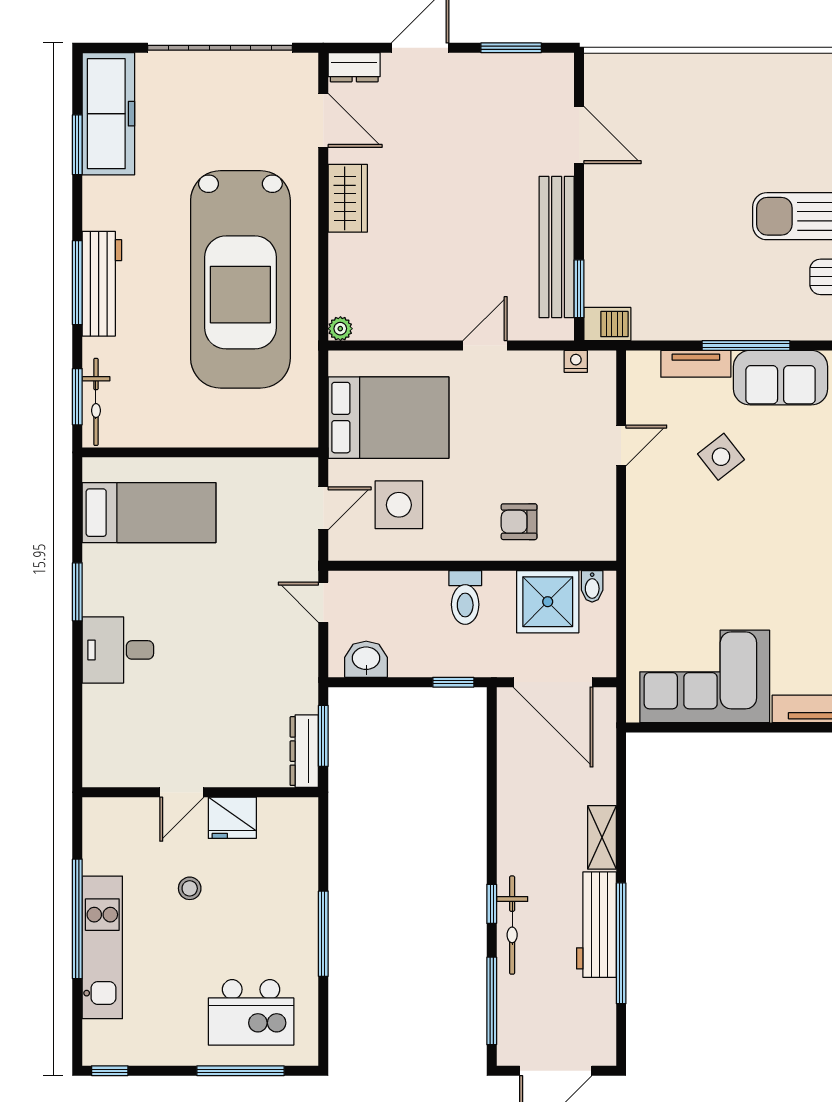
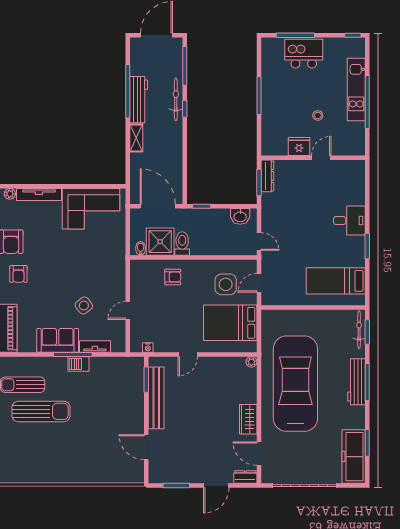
barbecue: (607, 324) -> (78, 364), moved
toilet: (465, 597) -> (182, 244), moved
kitchen island: (251, 1012) -> (304, 54), moved

